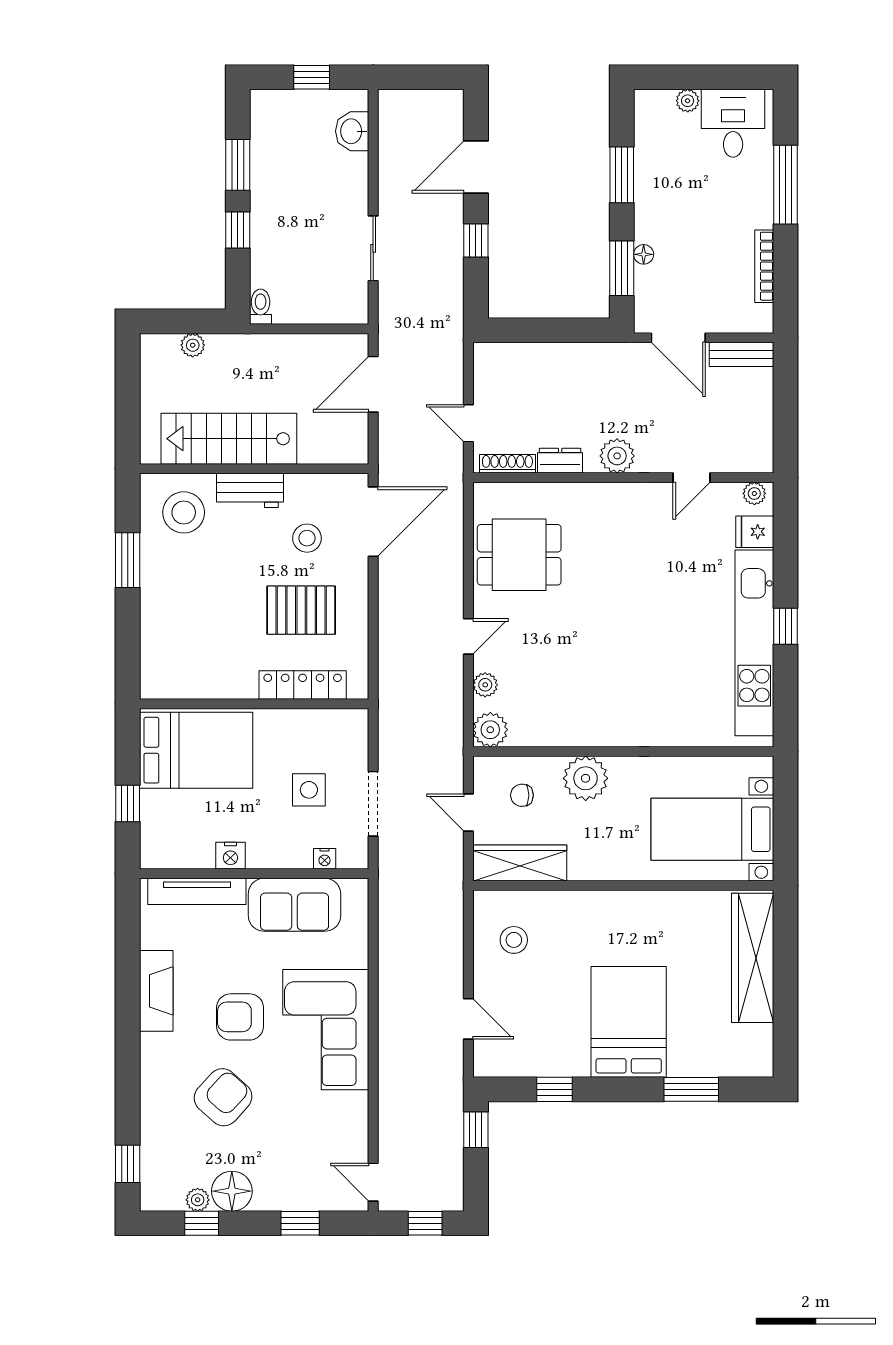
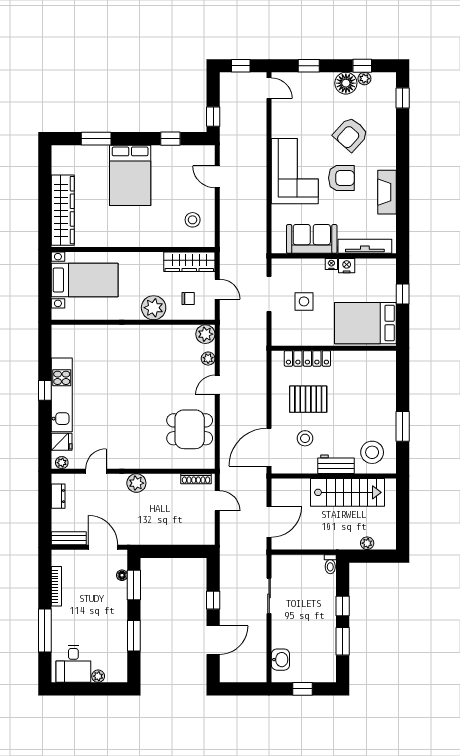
floor lamp: (644, 254) -> (122, 575), moved
dresser: (560, 461) -> (58, 496), moved, turned -90
kitchen unit: (754, 643) -> (62, 395), width x0.73
nightstand: (325, 859) -> (331, 264), moved

